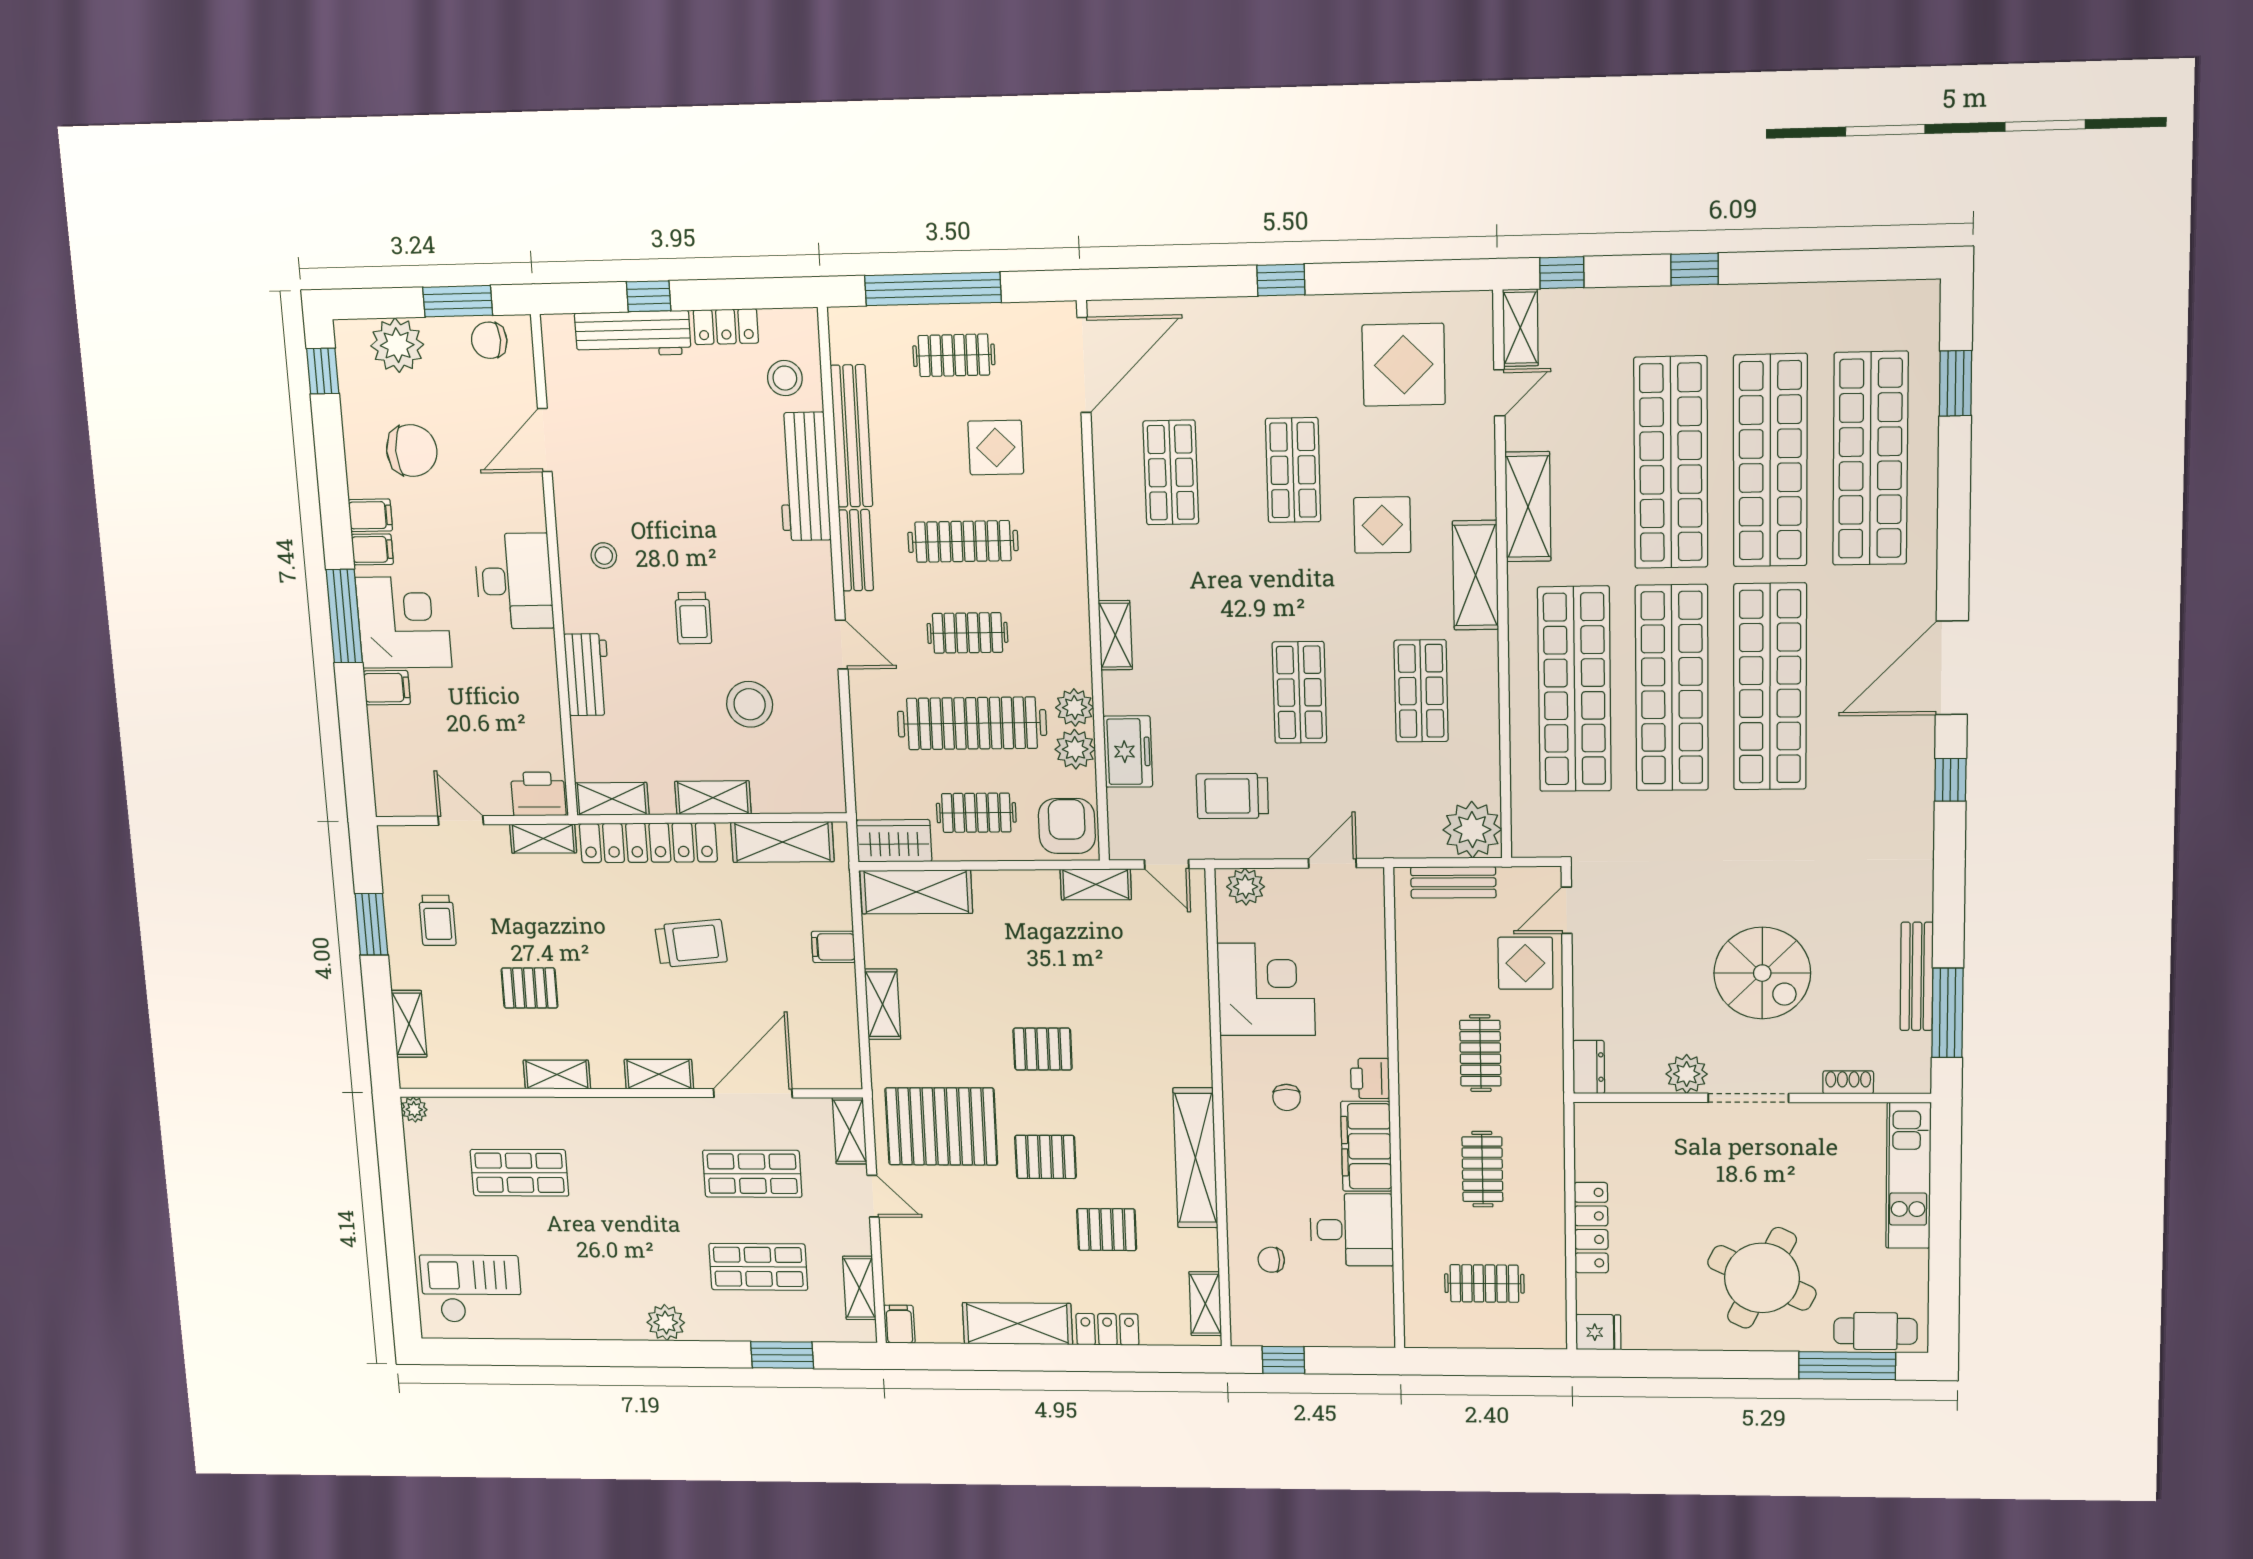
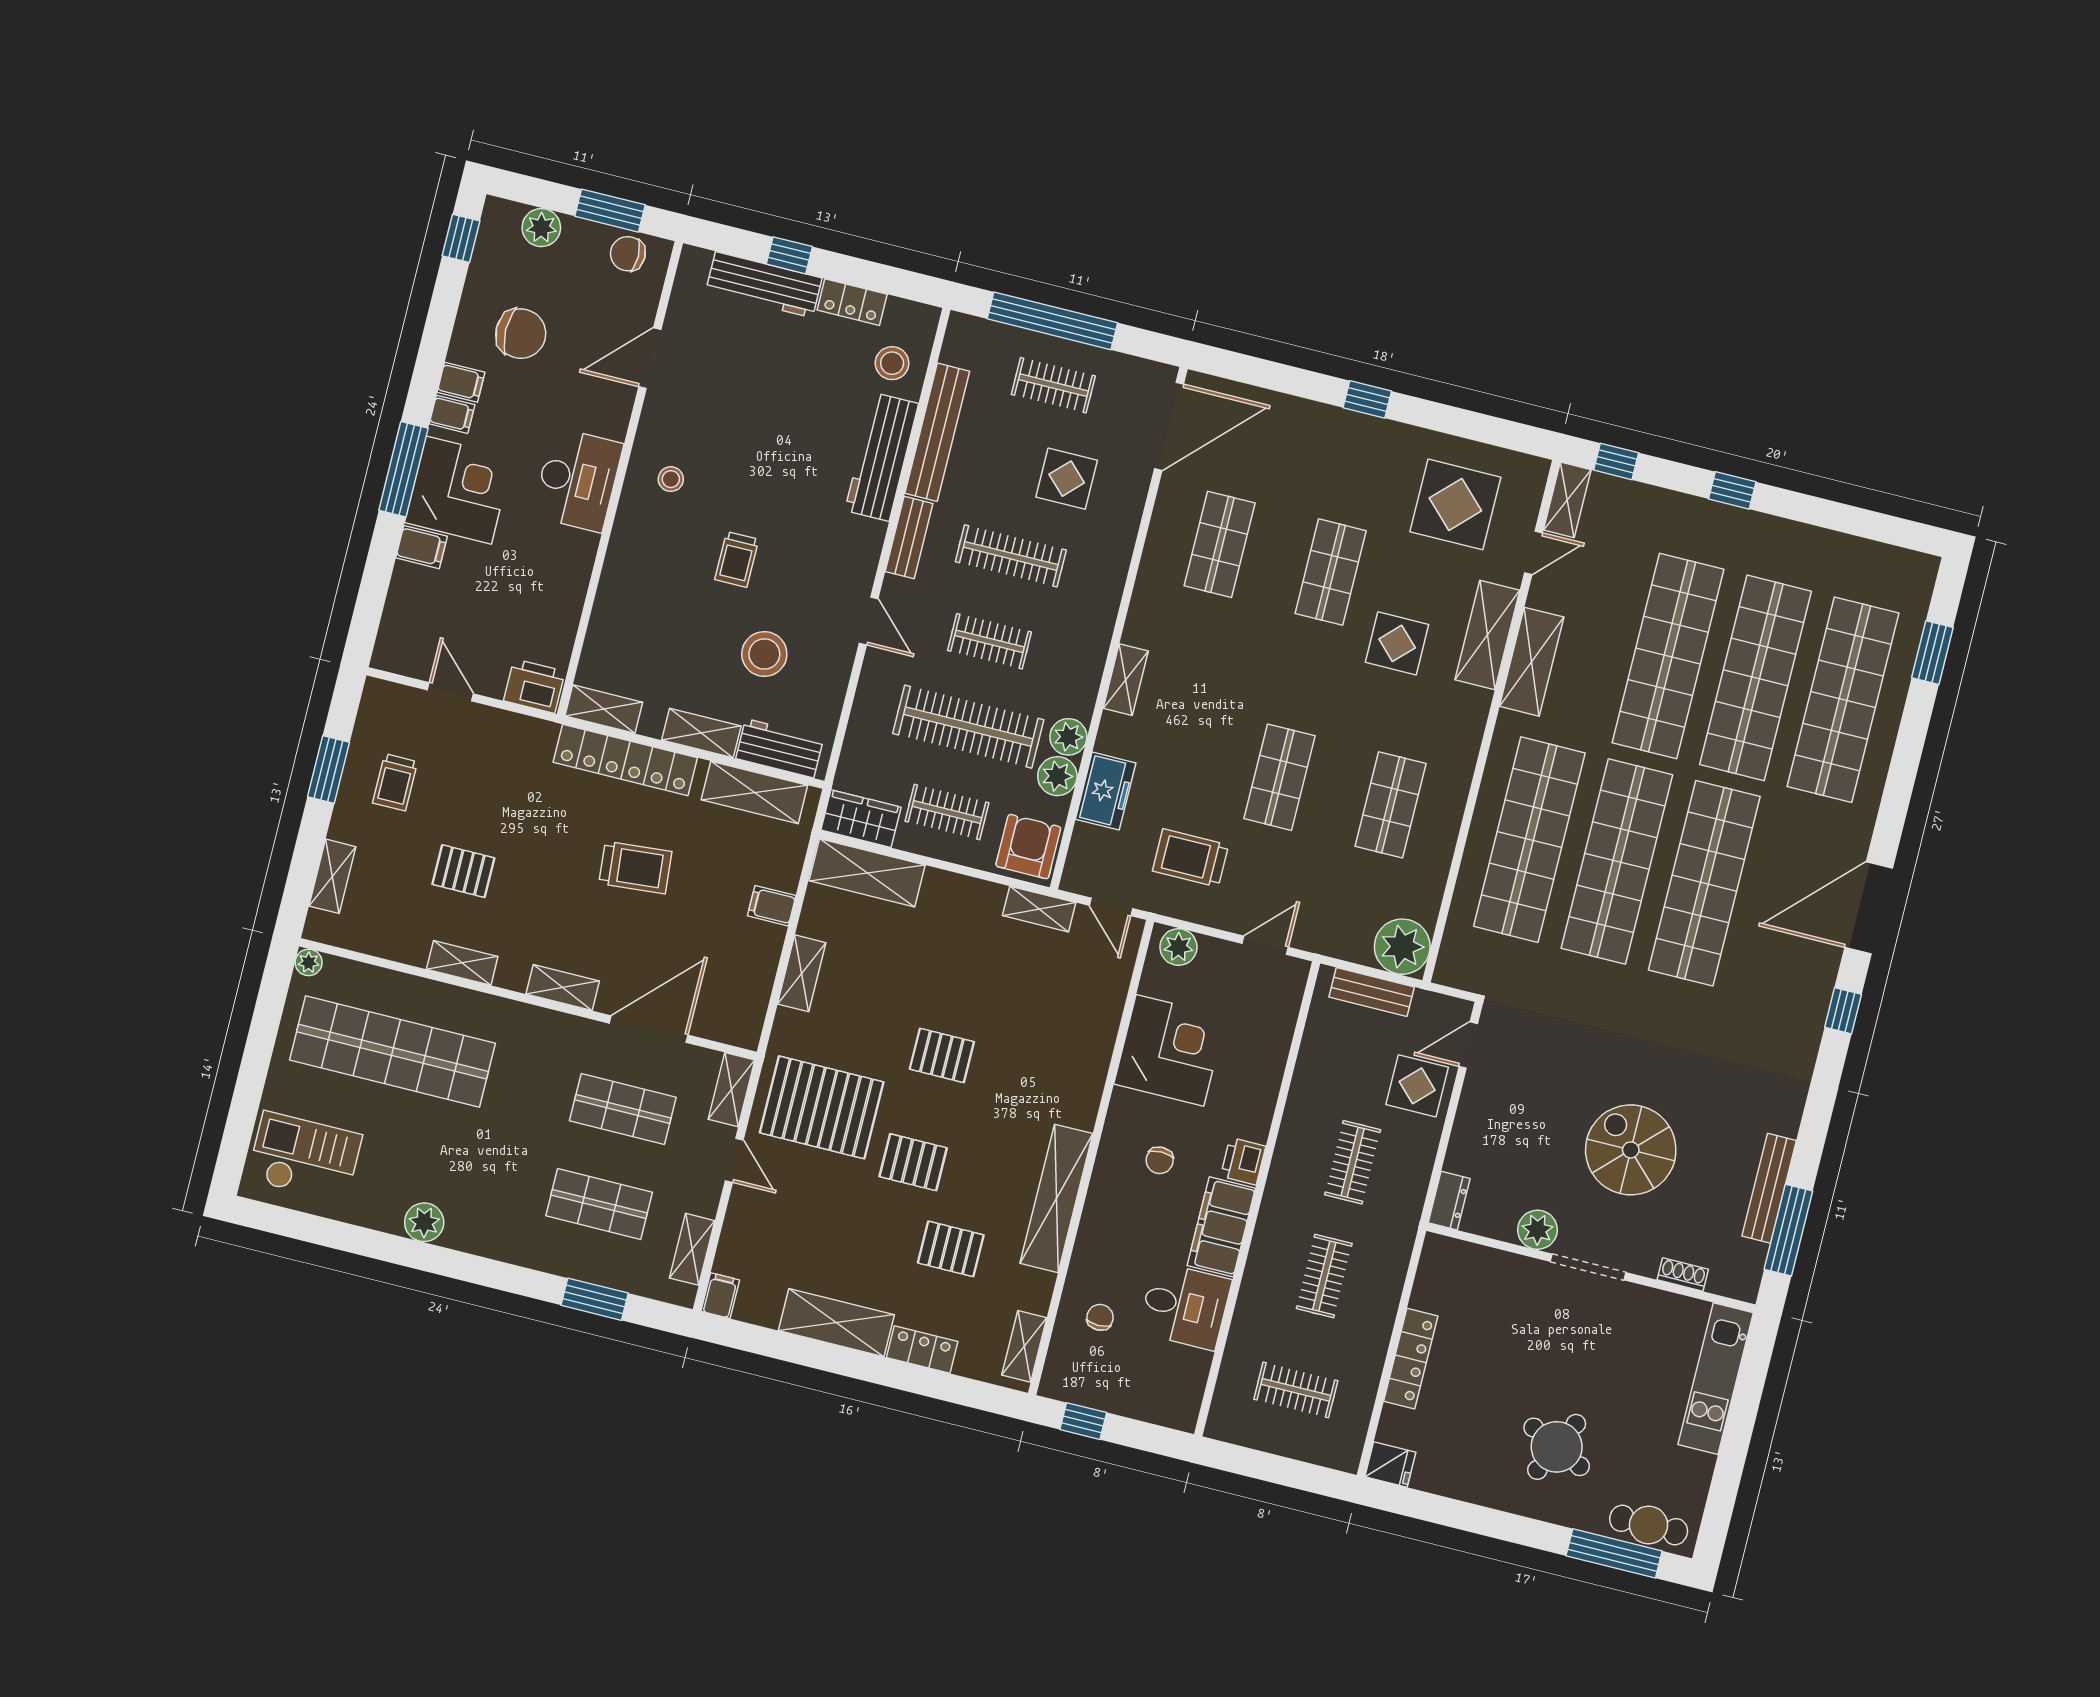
plant: (397, 345) -> (541, 228), width x0.73, depth x0.73
shelving: (1475, 575) -> (1487, 635), moved
workbench: (587, 675) -> (780, 748), moved, turned -90
shelving: (543, 839) -> (525, 730), removed
spiral stairs: (1762, 973) -> (1631, 1150), turned 180
shop shelf: (519, 1173) -> (392, 1052), width x2.00, depth x1.36
chair: (1271, 1260) -> (1100, 1317), turned 90
round table: (1762, 1278) -> (1557, 1447), width x0.73, depth x0.73
plant: (666, 1323) -> (424, 1222), moved

